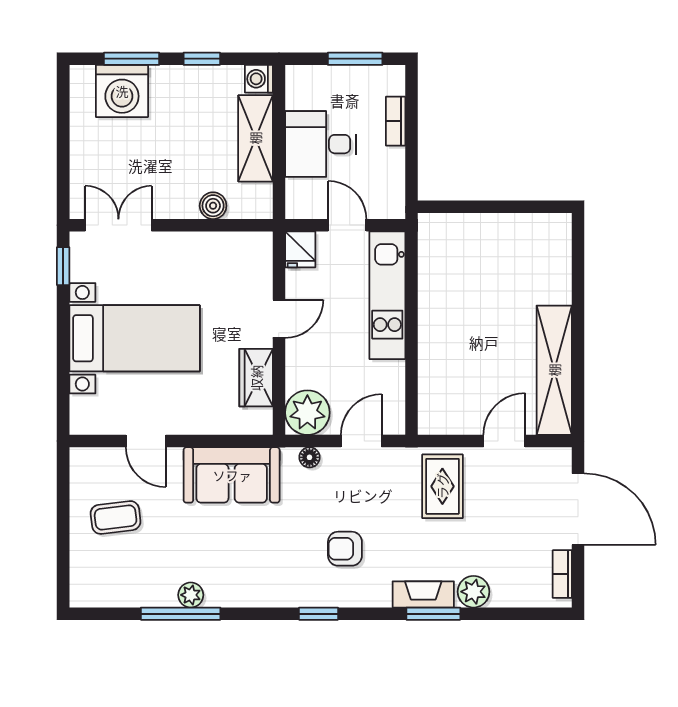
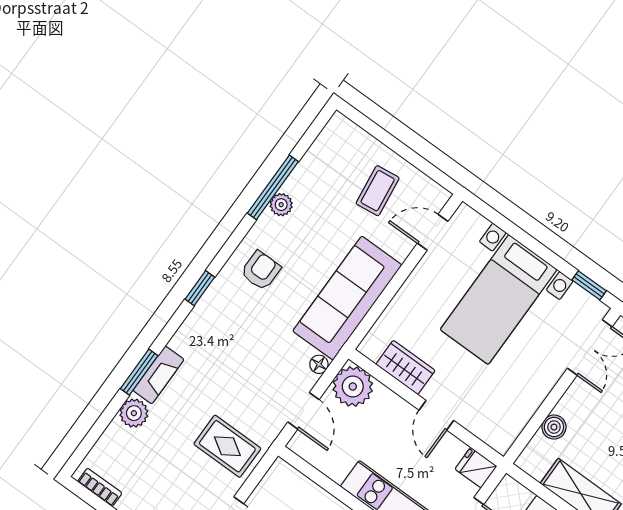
door: (146, 441) -> (433, 232), moved
sofa: (232, 475) -> (347, 298), width x1.36
armchair: (345, 549) -> (261, 270), moved

